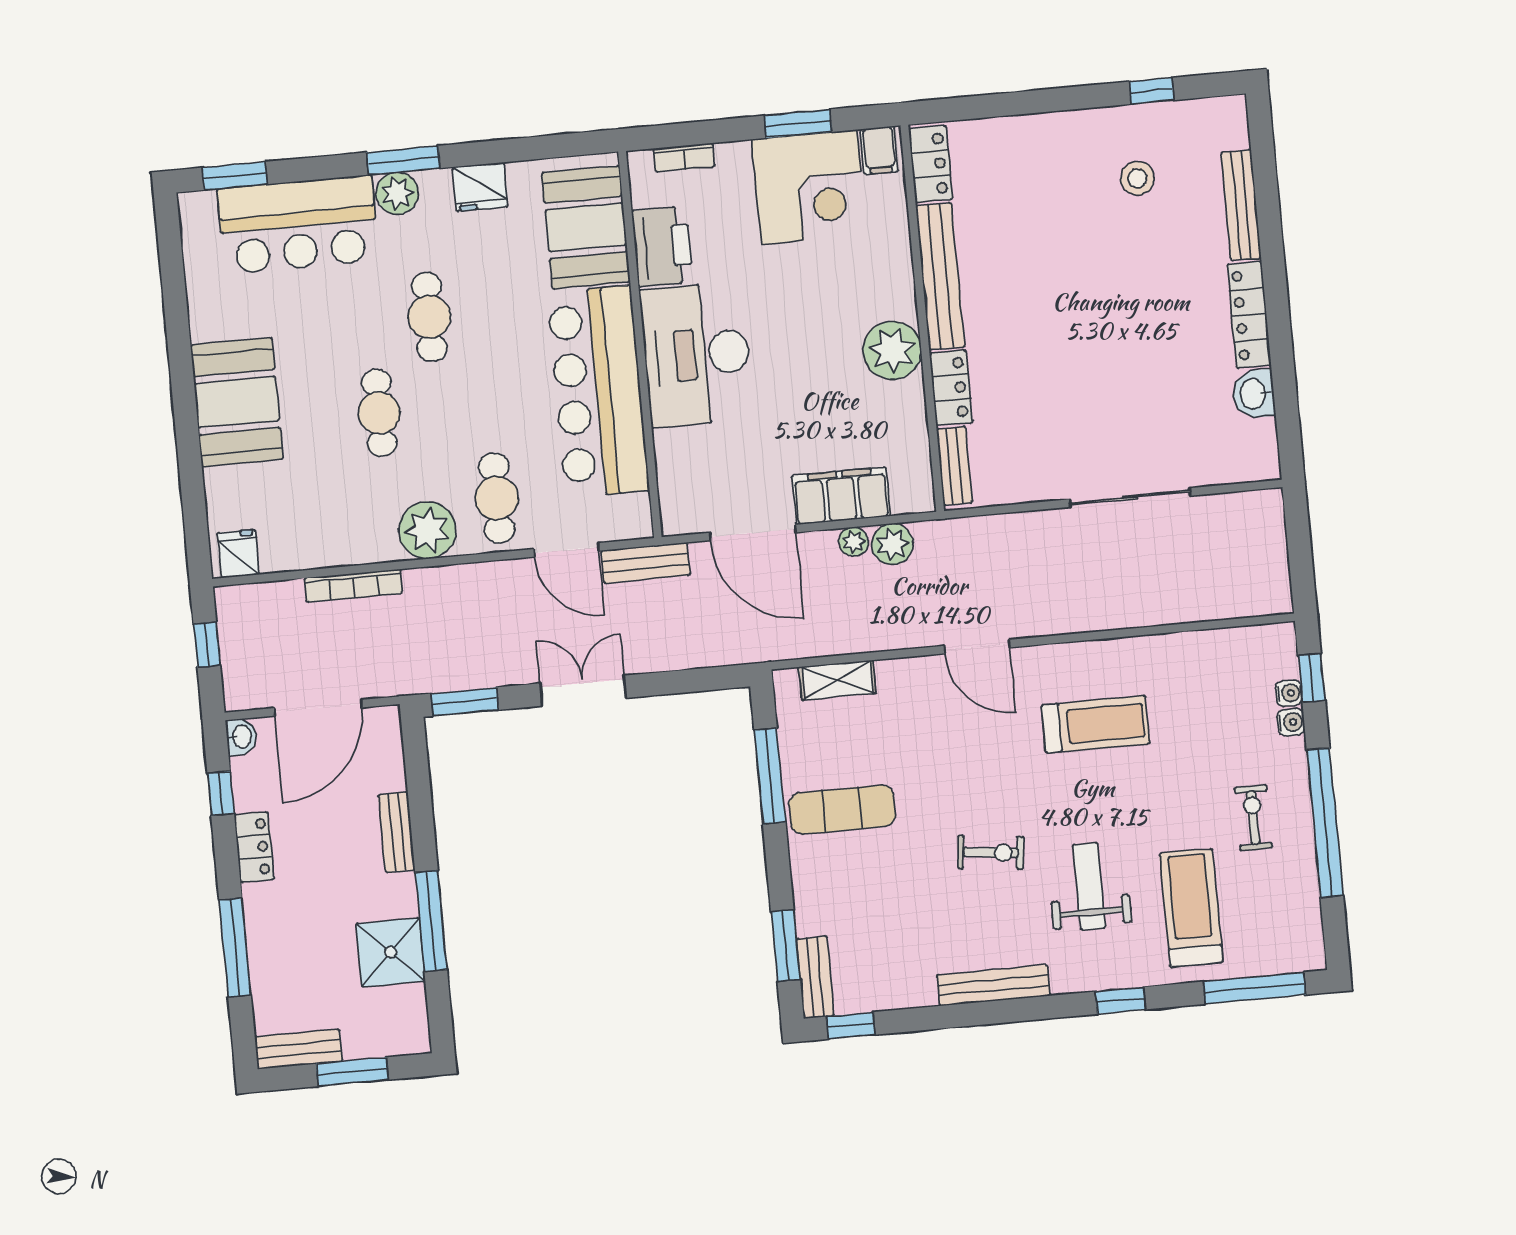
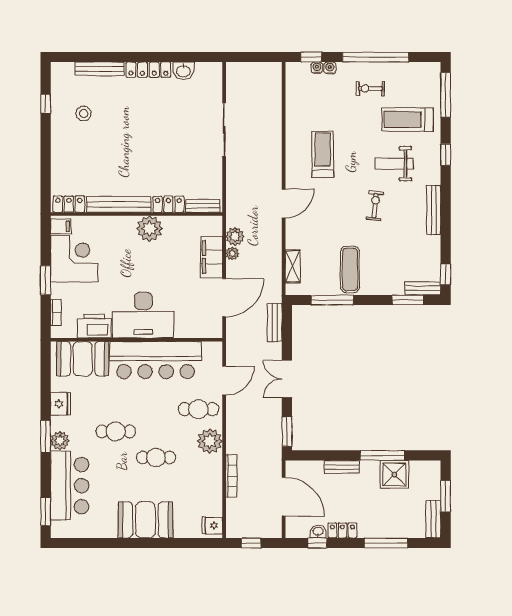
window: (798, 124) -> (46, 280), moved
bench: (646, 563) -> (275, 322), moved
washbasin: (241, 737) -> (318, 532), moved

